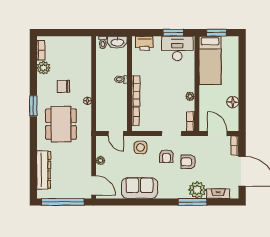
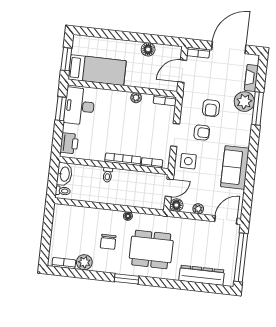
doorway: (172, 134) -> (175, 135), moved
floor lamp: (102, 141) -> (176, 205), added

